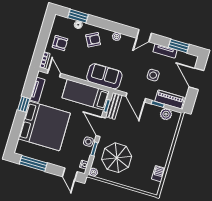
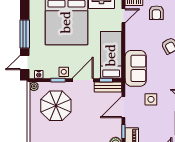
side table: (153, 75) -> (151, 99), moved
window: (33, 163) -> (25, 34), moved

